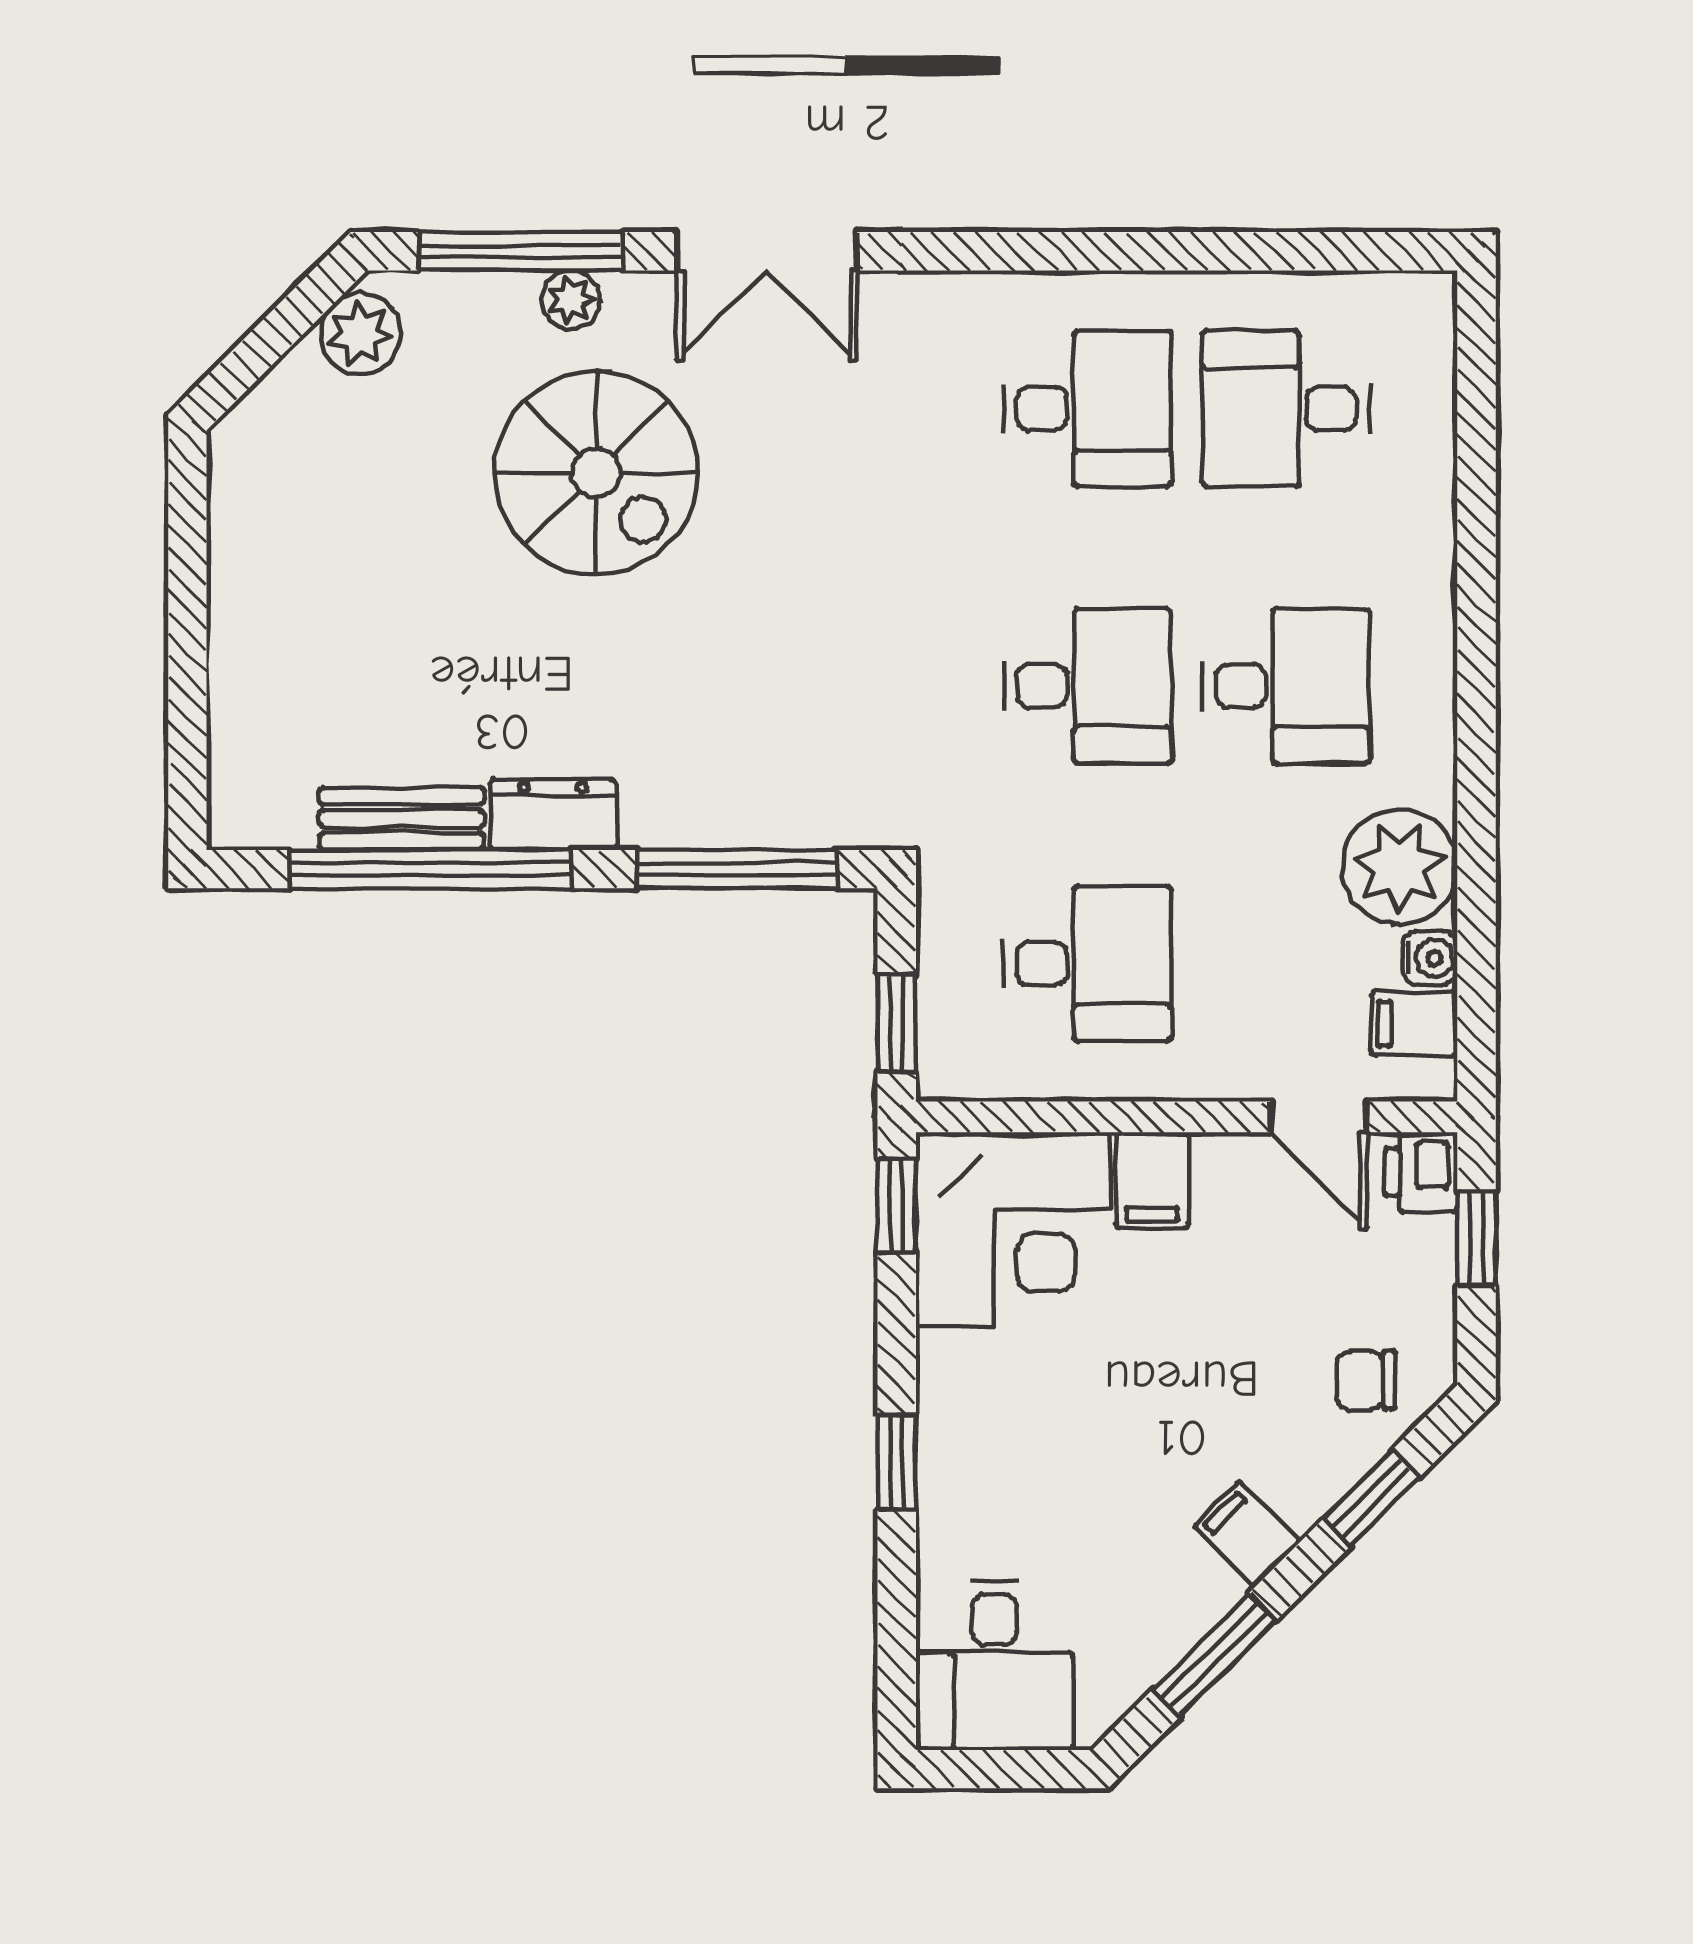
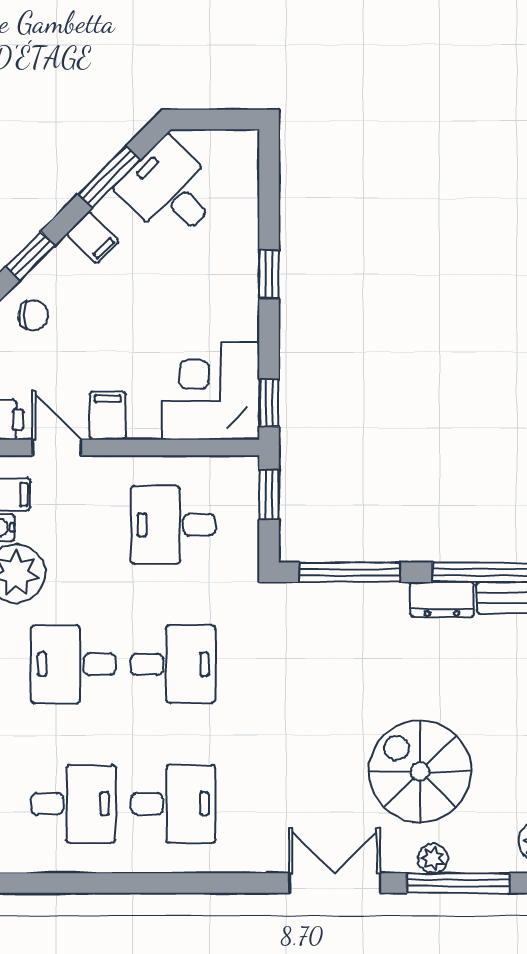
desk: (1087, 409) -> (173, 804), turned 180
desk: (1087, 686) -> (173, 664), turned 180
filing cabinet: (1152, 1180) -> (108, 416), moved
desk: (994, 1665) -> (170, 190), moved, turned -45

